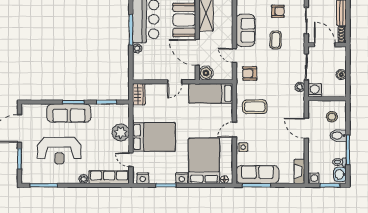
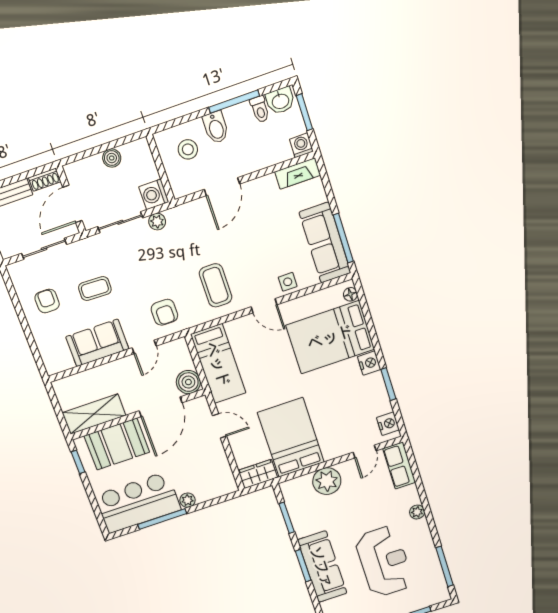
bed: (154, 137) -> (291, 437), moved
row of seats: (109, 177) -> (399, 465), width x0.68

